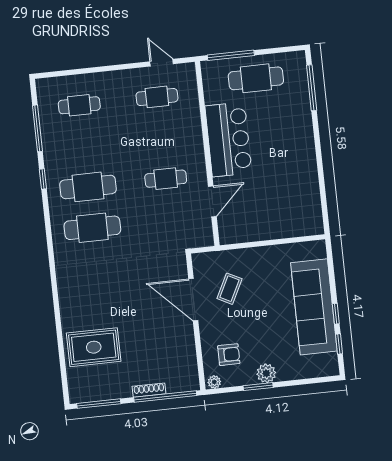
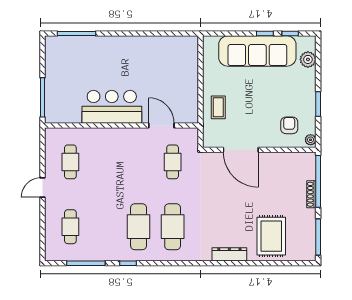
door: (162, 63) -> (43, 188), moved
cafe table: (256, 78) -> (64, 79), removed
cafe table: (166, 179) -> (173, 162), moved
coffee table: (230, 289) -> (218, 107), moved, turned 63
dresser: (67, 299) -> (229, 254), added
door: (193, 300) -> (241, 150), hinge flipped
plant: (266, 373) -> (308, 59), moved

